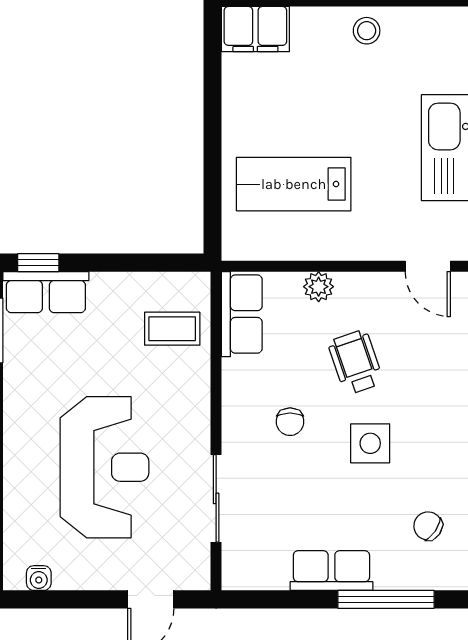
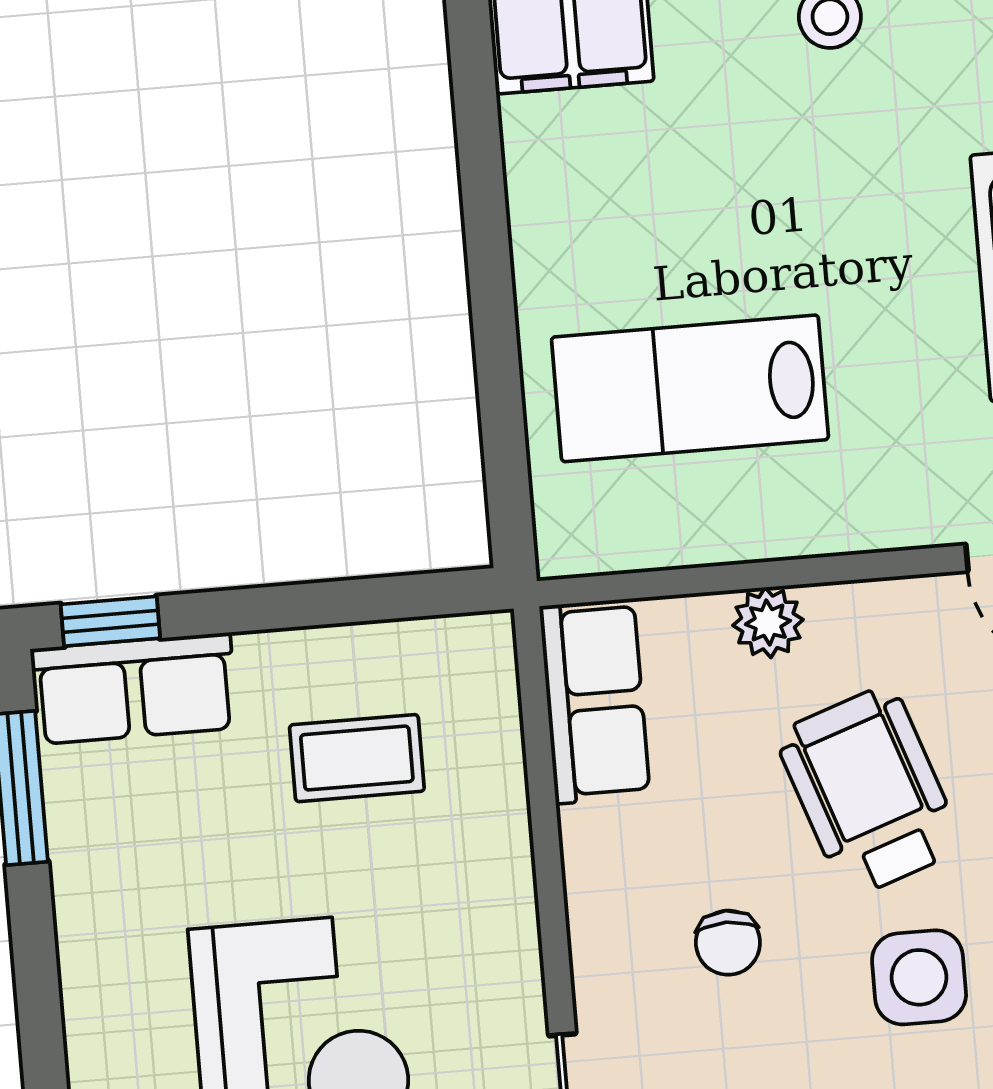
coffee table: (172, 329) -> (357, 758), moved
wheelchair: (356, 362) -> (869, 791), width x1.36, depth x1.37

